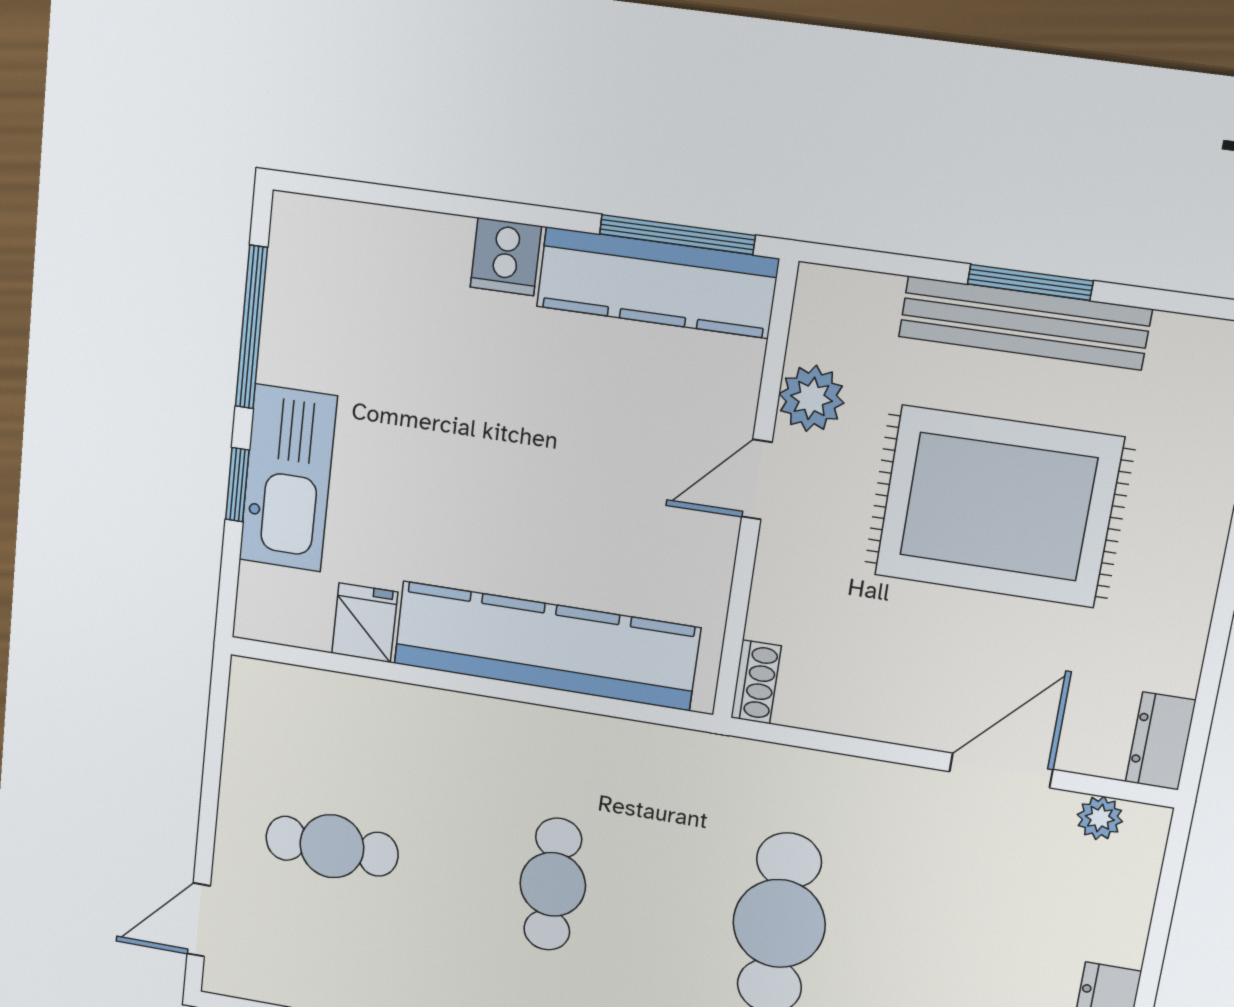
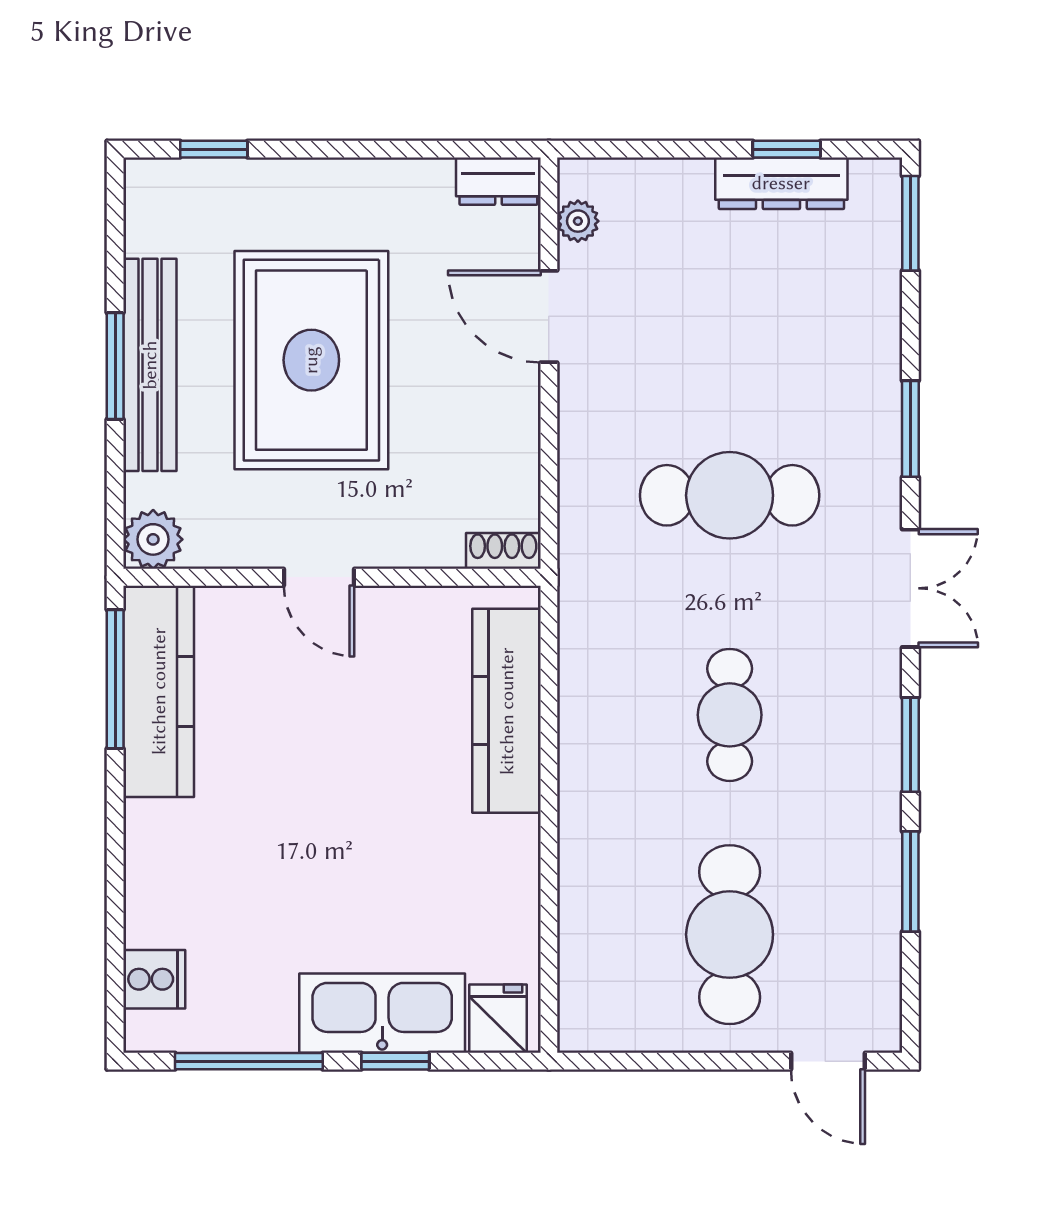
cooker: (506, 257) -> (154, 979), moved
plant: (811, 398) -> (153, 539), moved
fridge: (365, 623) -> (498, 1019), moved, turned 90
kitchen counter: (546, 646) -> (507, 711), width x0.72, depth x0.86
cafe table: (332, 846) -> (730, 935), width x1.37, depth x1.35
cafe table: (553, 884) -> (730, 715), turned 90

